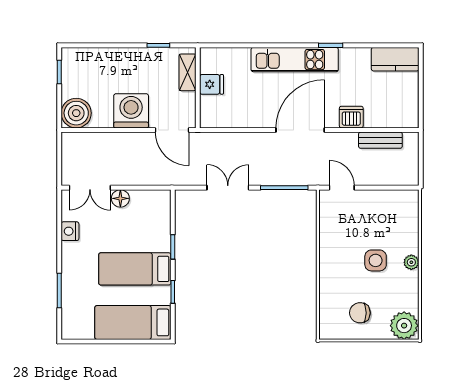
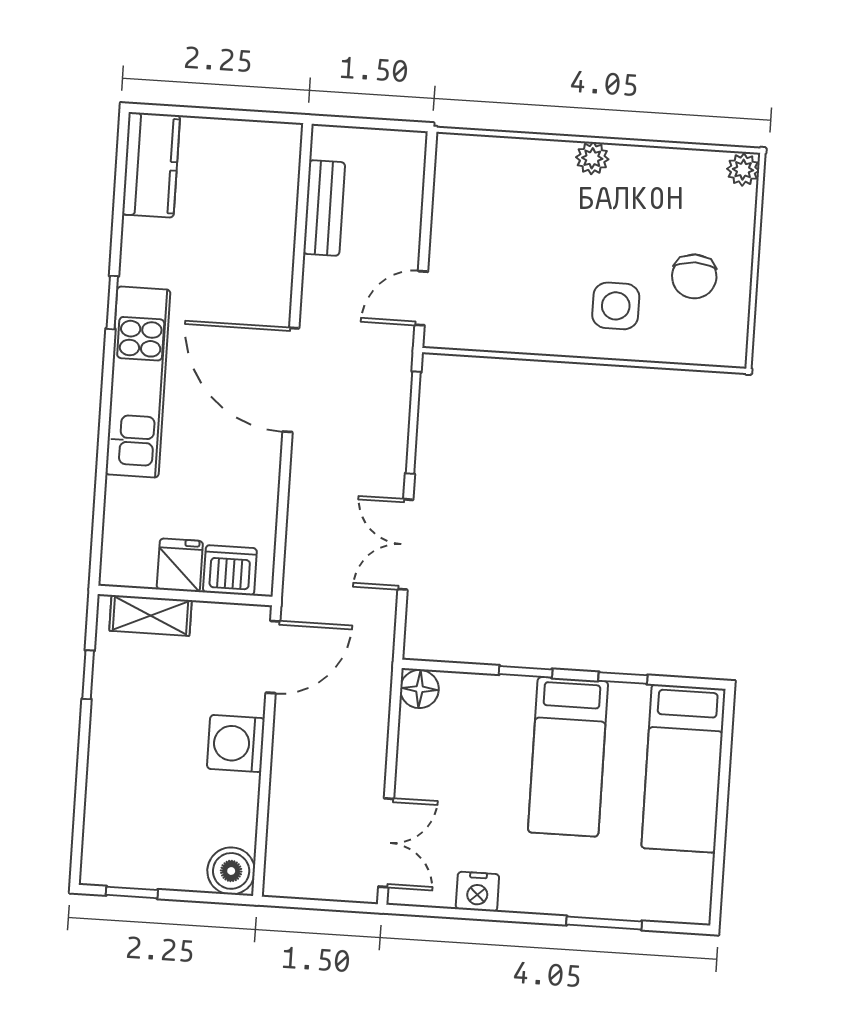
washing machine: (131, 111) -> (236, 744), width x0.73, depth x0.73
boiler: (76, 113) -> (231, 871), width x0.73, depth x0.73
dishwasher: (351, 117) -> (230, 570), moved, turned 90
floor lamp: (120, 198) -> (419, 689), moved
side table: (376, 260) -> (616, 306), moved
plant: (404, 326) -> (743, 170), width x0.53, depth x0.53

